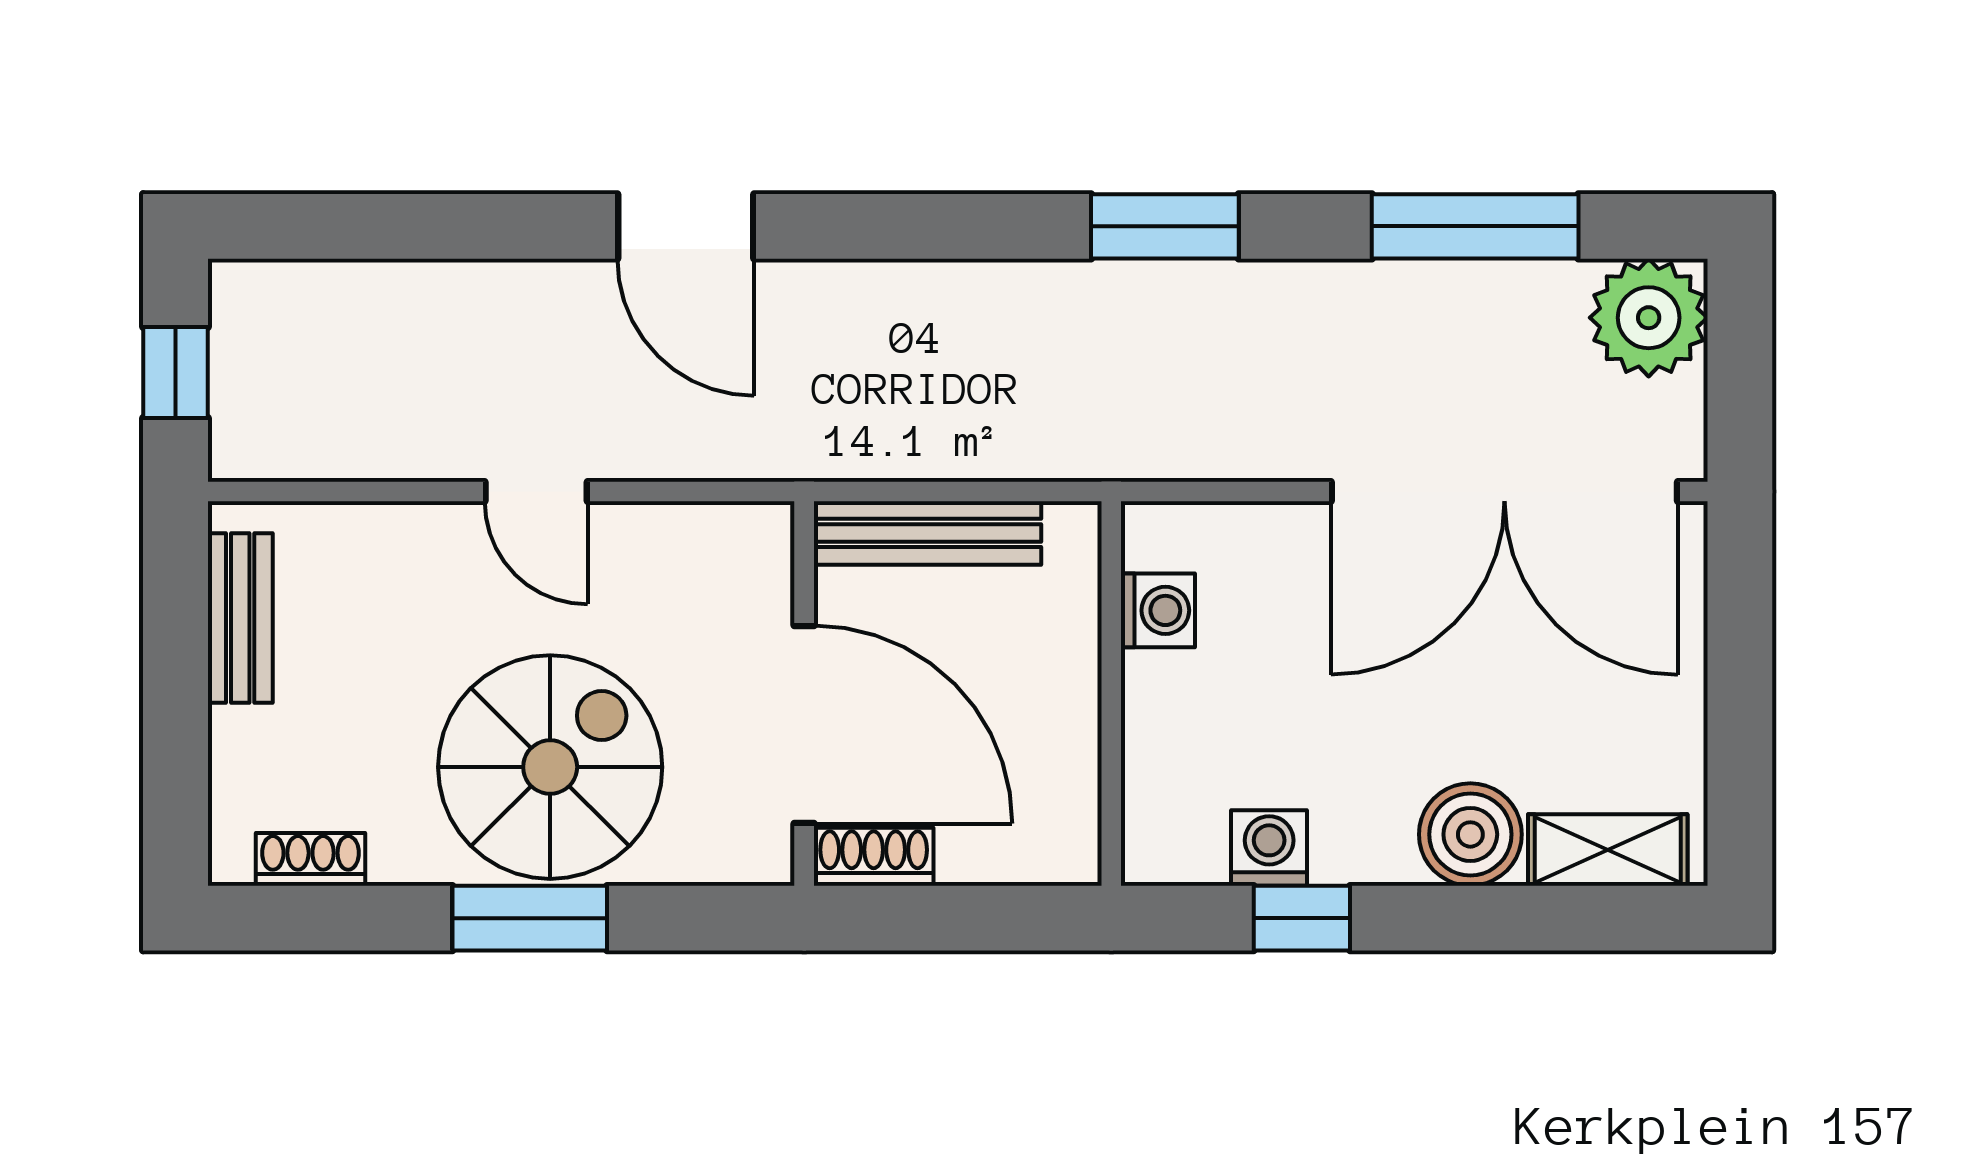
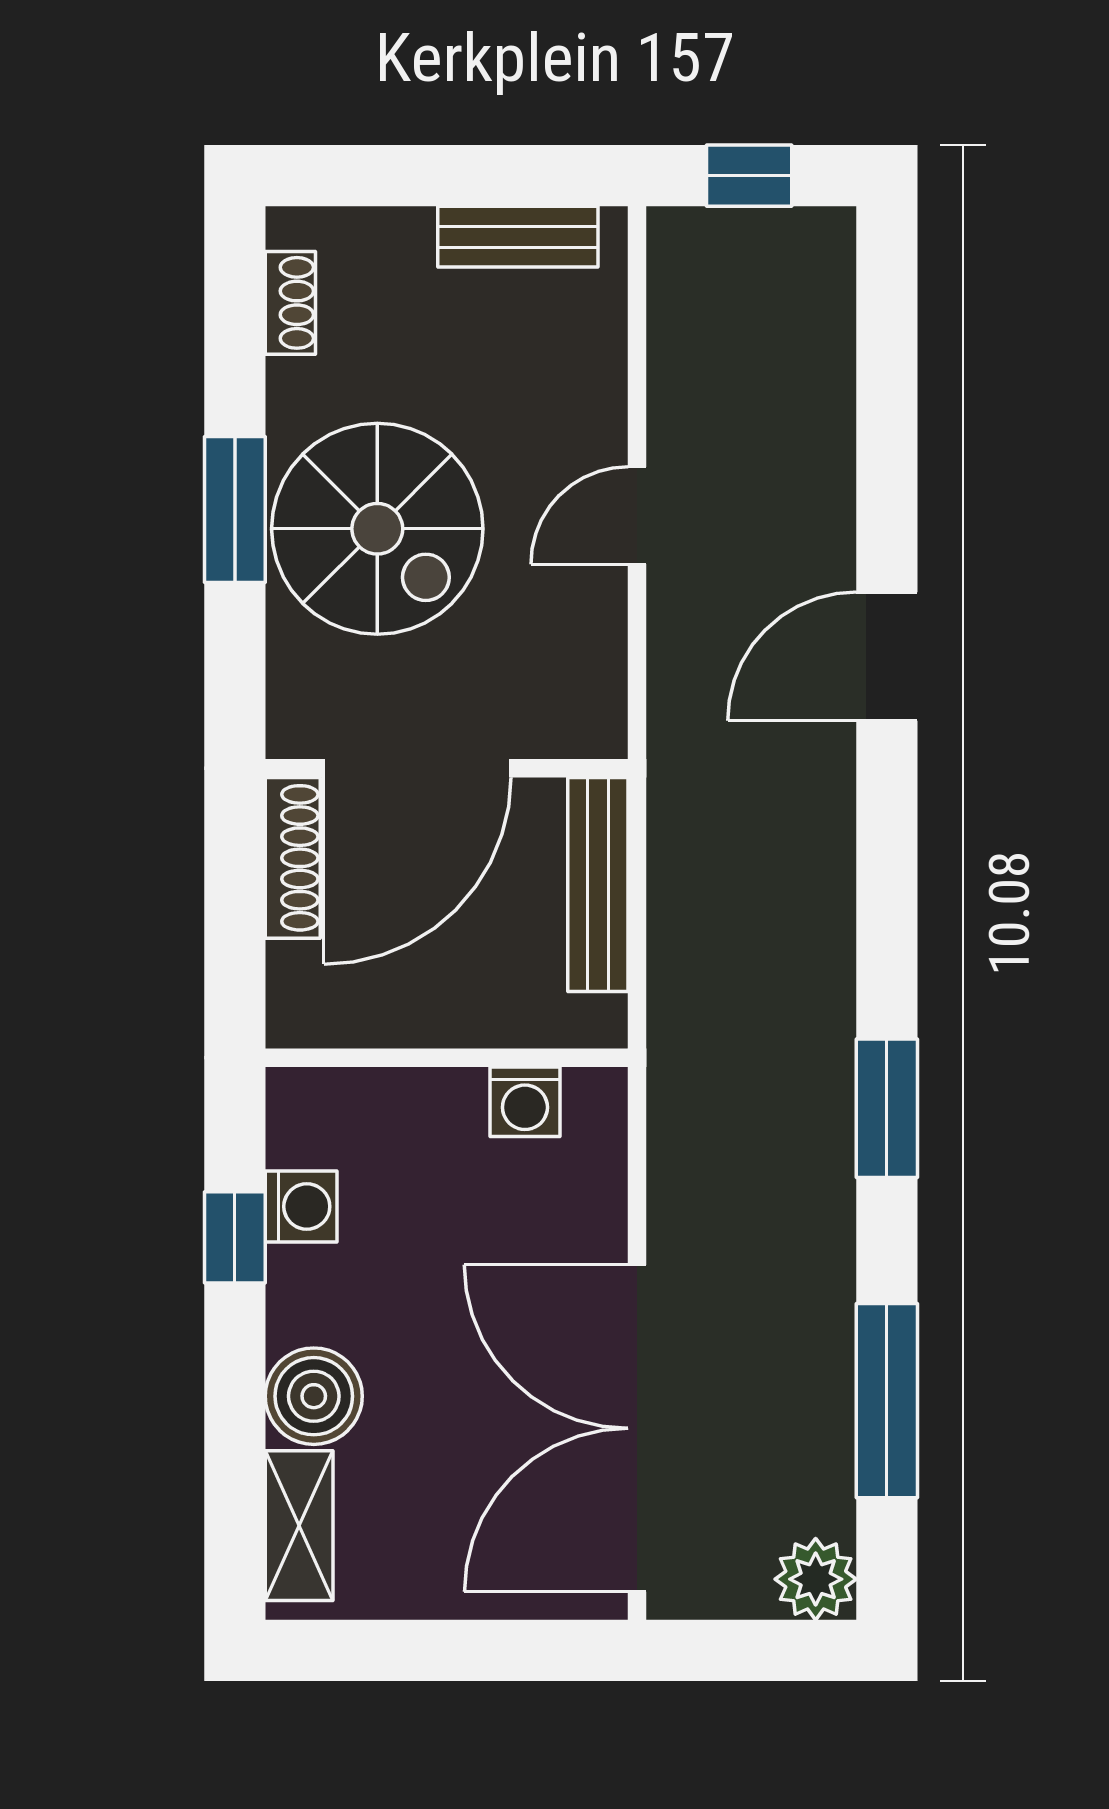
plant: (1649, 318) -> (816, 1579), width x0.73, depth x0.73
shoe rack: (874, 857) -> (293, 858), width x1.43

